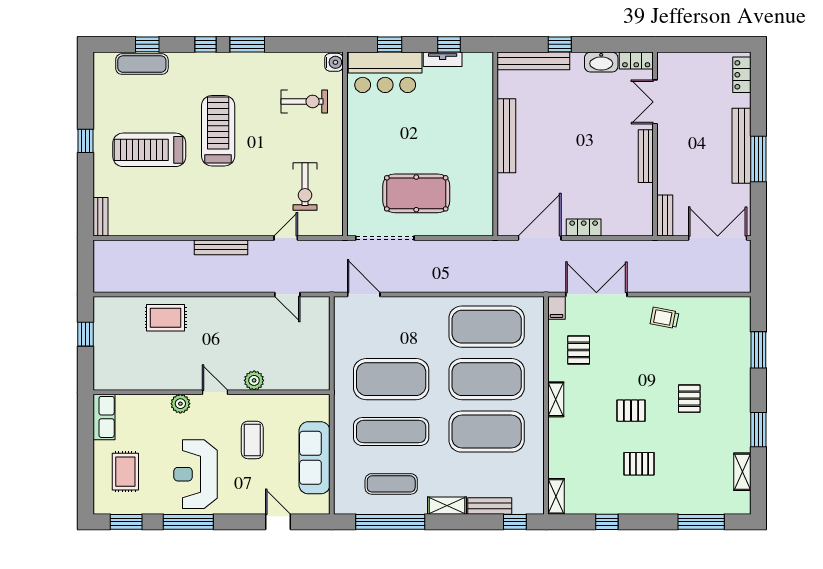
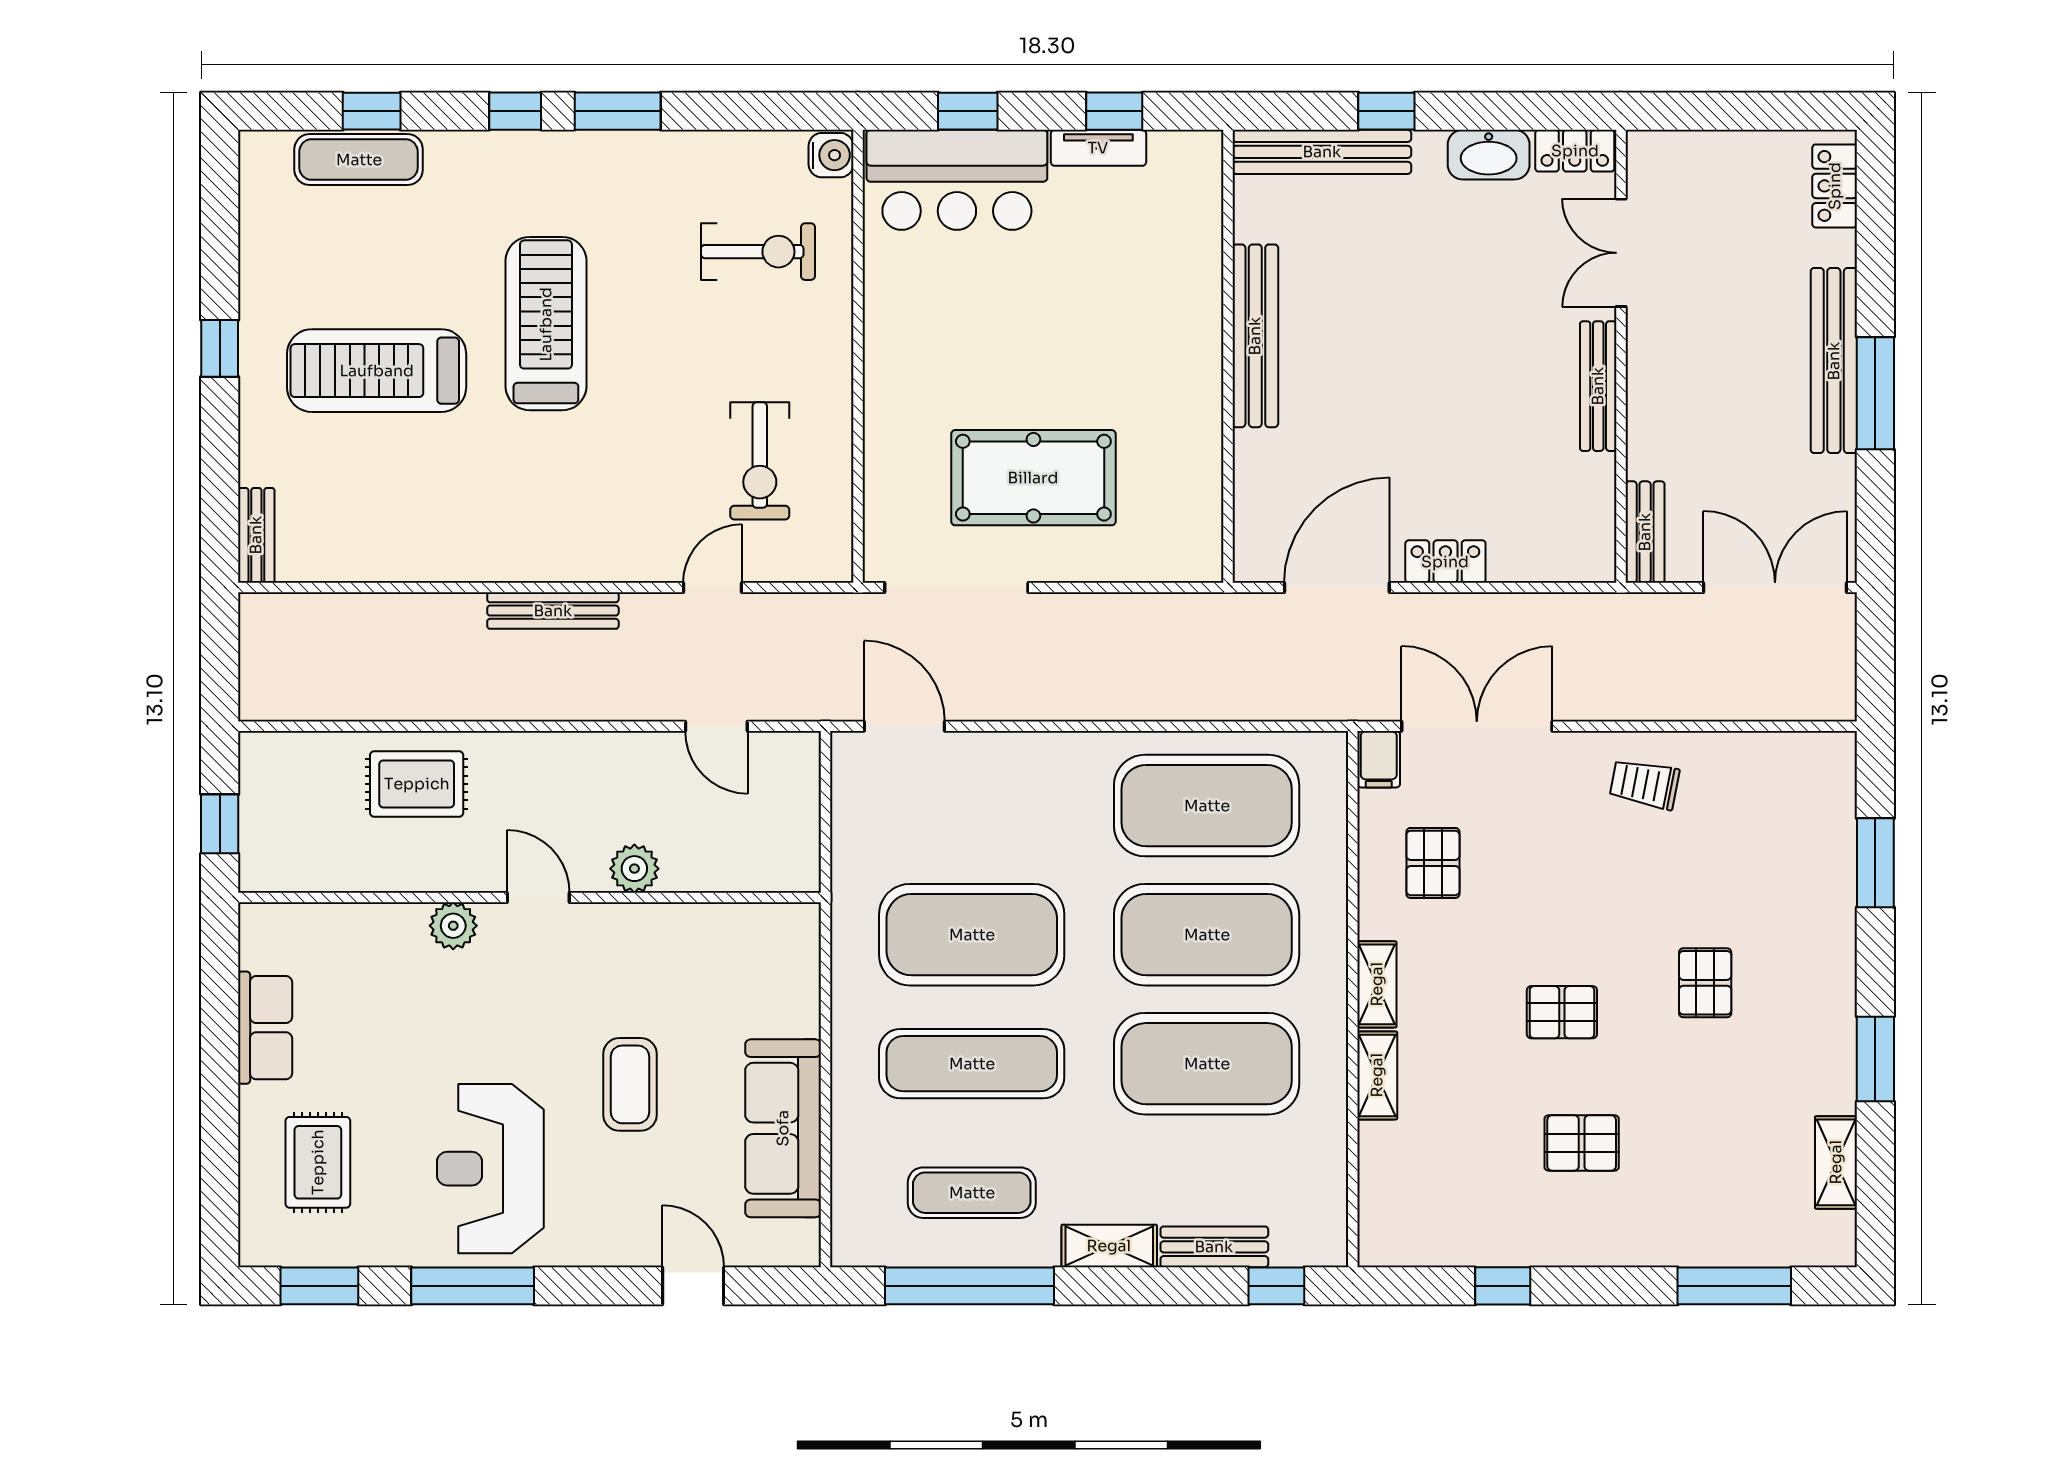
plant: (254, 380) -> (634, 869), moved
wall: (211, 392) -> (530, 897), moved
door: (215, 392) -> (538, 897), moved
plant: (180, 404) -> (453, 926), moved
shelving: (556, 496) -> (1377, 1075), moved

